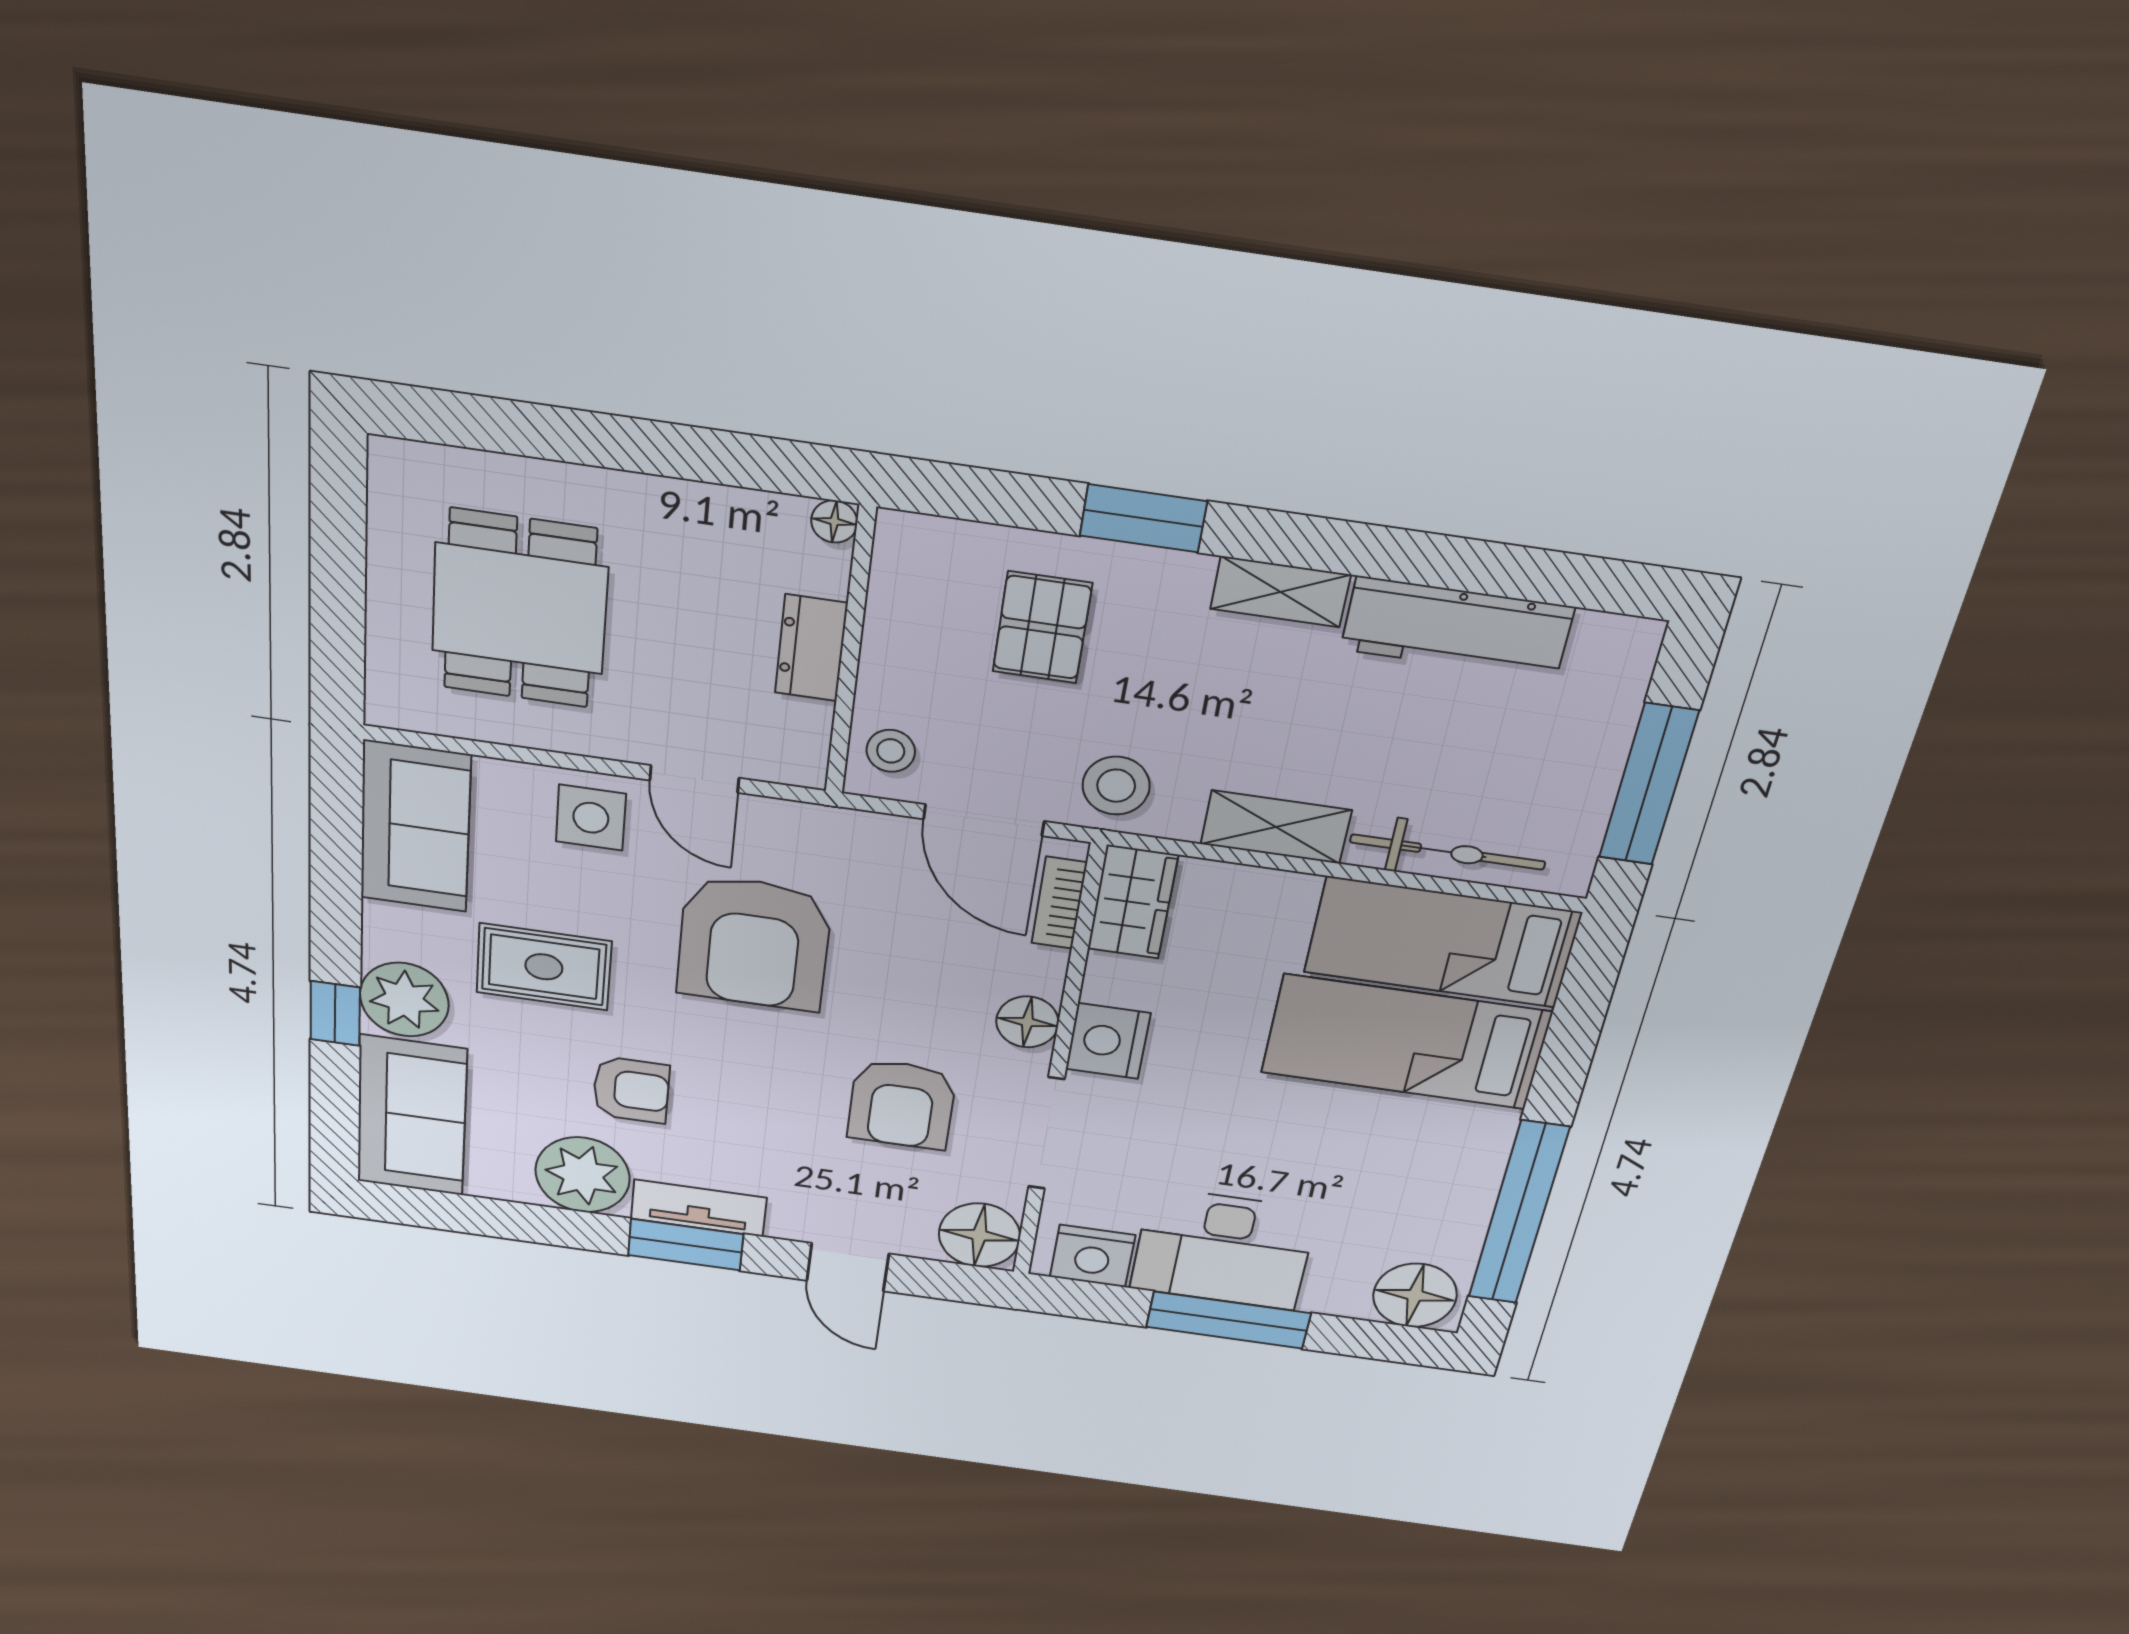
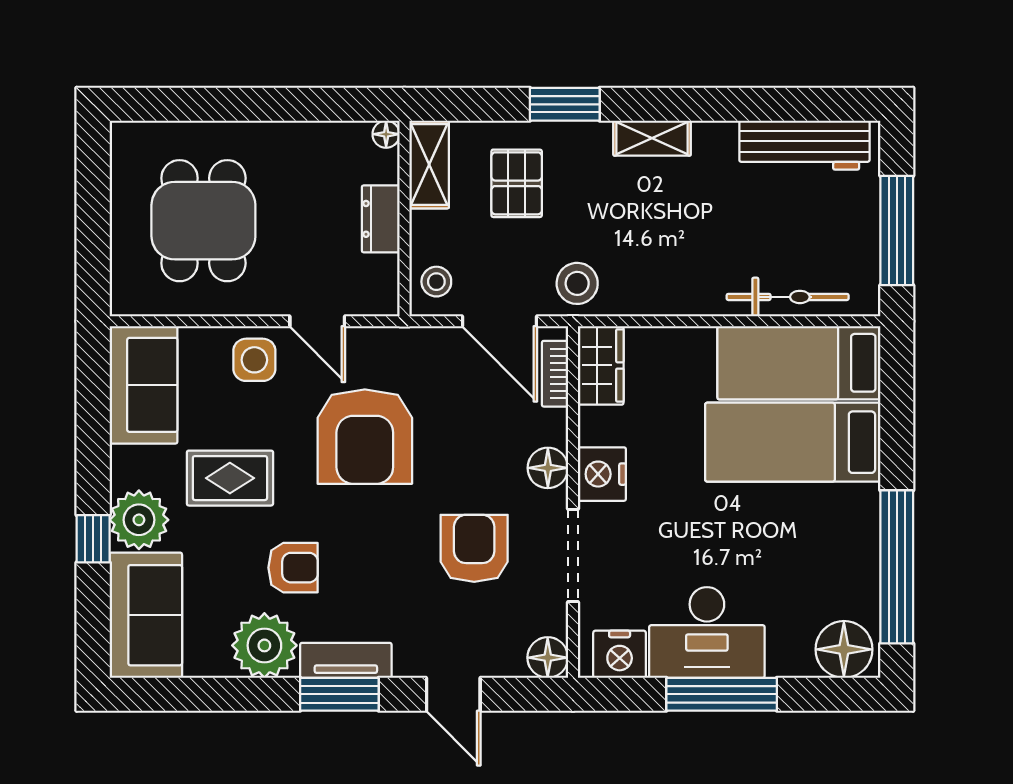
workbench: (1457, 628) -> (804, 145), moved
shelving: (1276, 827) -> (429, 165), moved, turned 90
armchair: (902, 1104) -> (474, 548), turned 180
floor lamp: (979, 1235) -> (548, 658), width x0.73, depth x0.73

